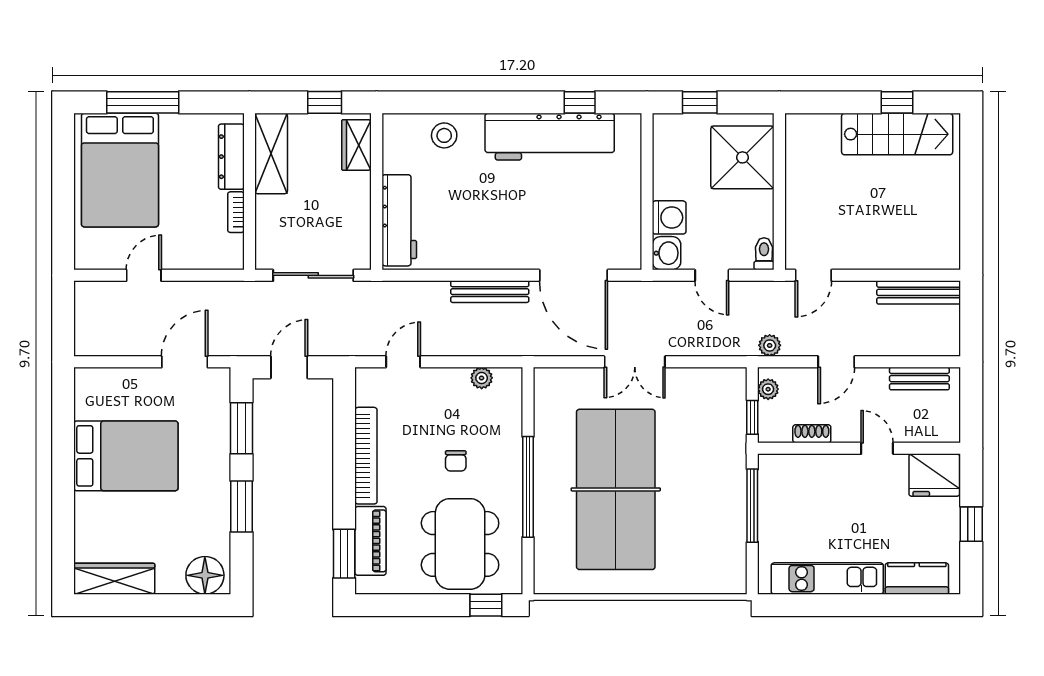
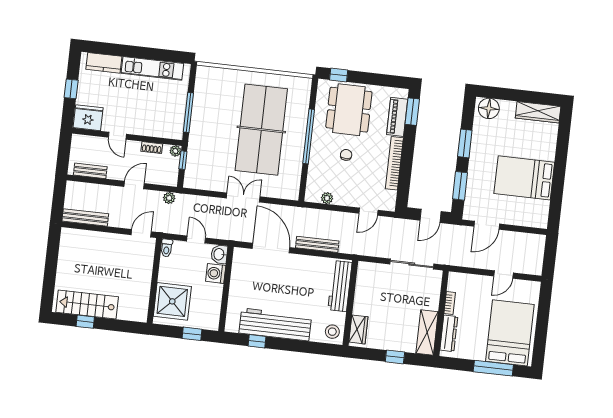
wardrobe: (356, 145) -> (358, 329), moved
wall: (377, 192) -> (350, 303), moved
workbench: (399, 220) -> (340, 286), moved
plant: (768, 389) -> (175, 151), moved

